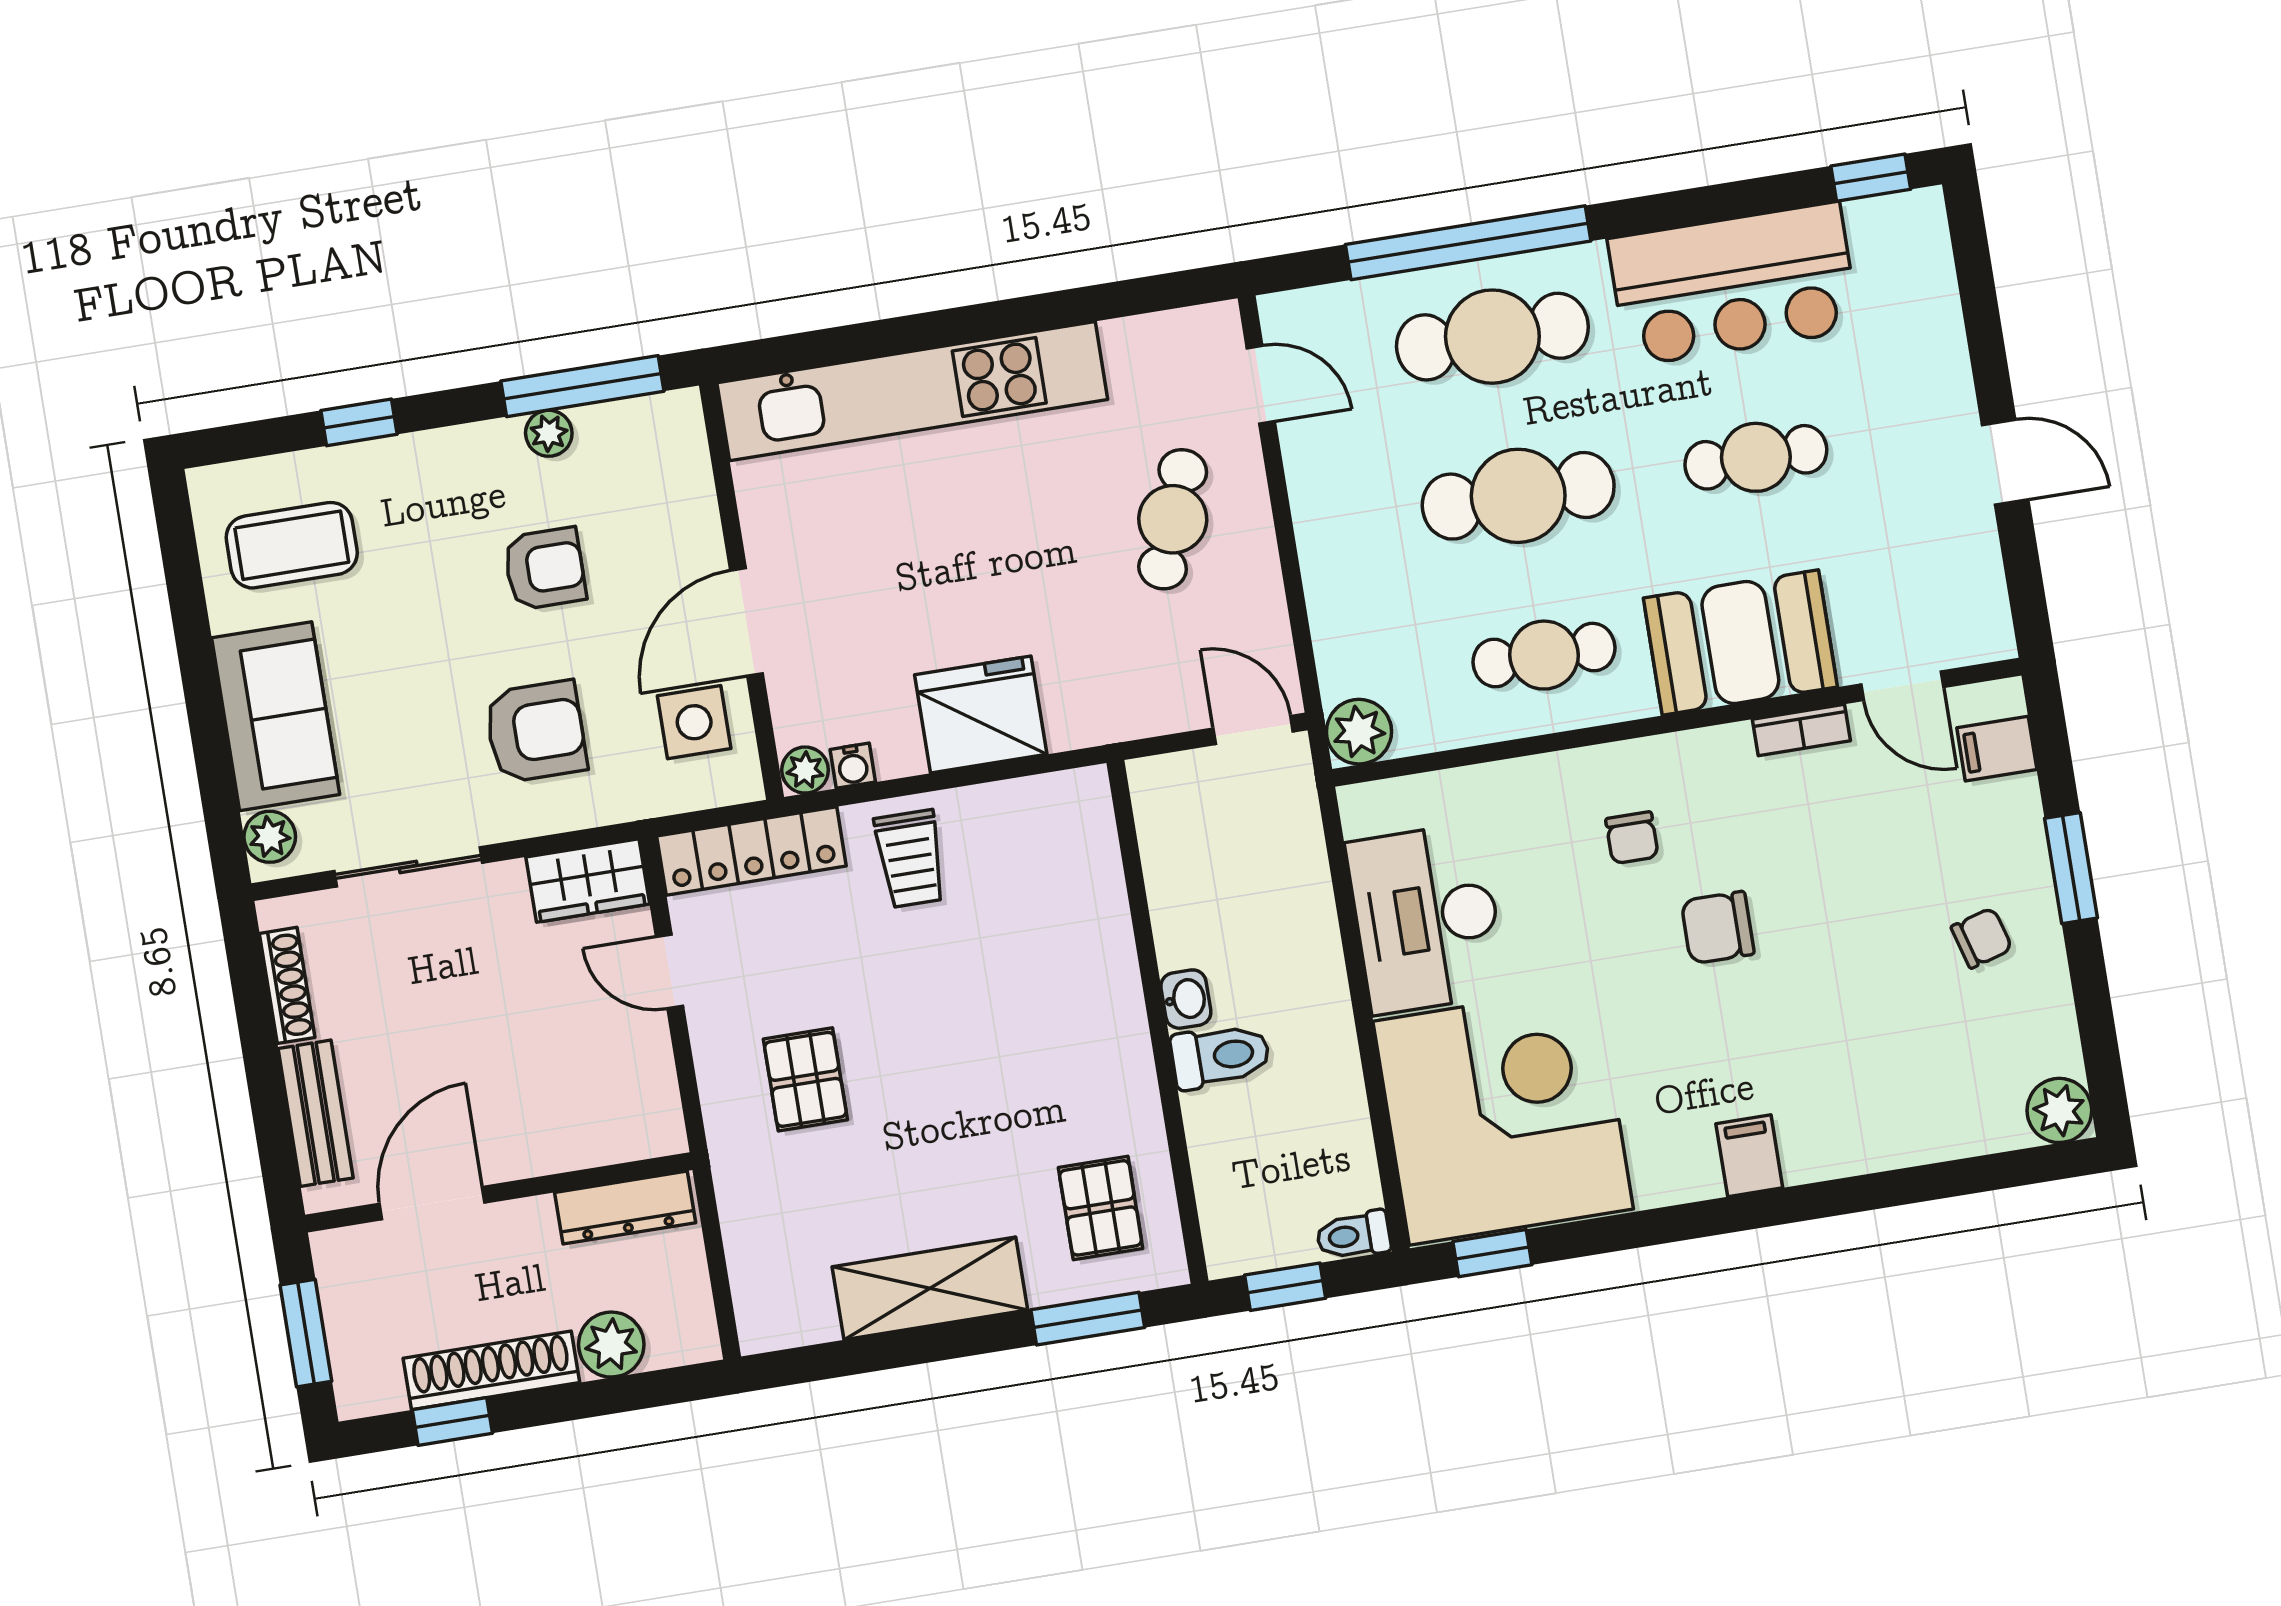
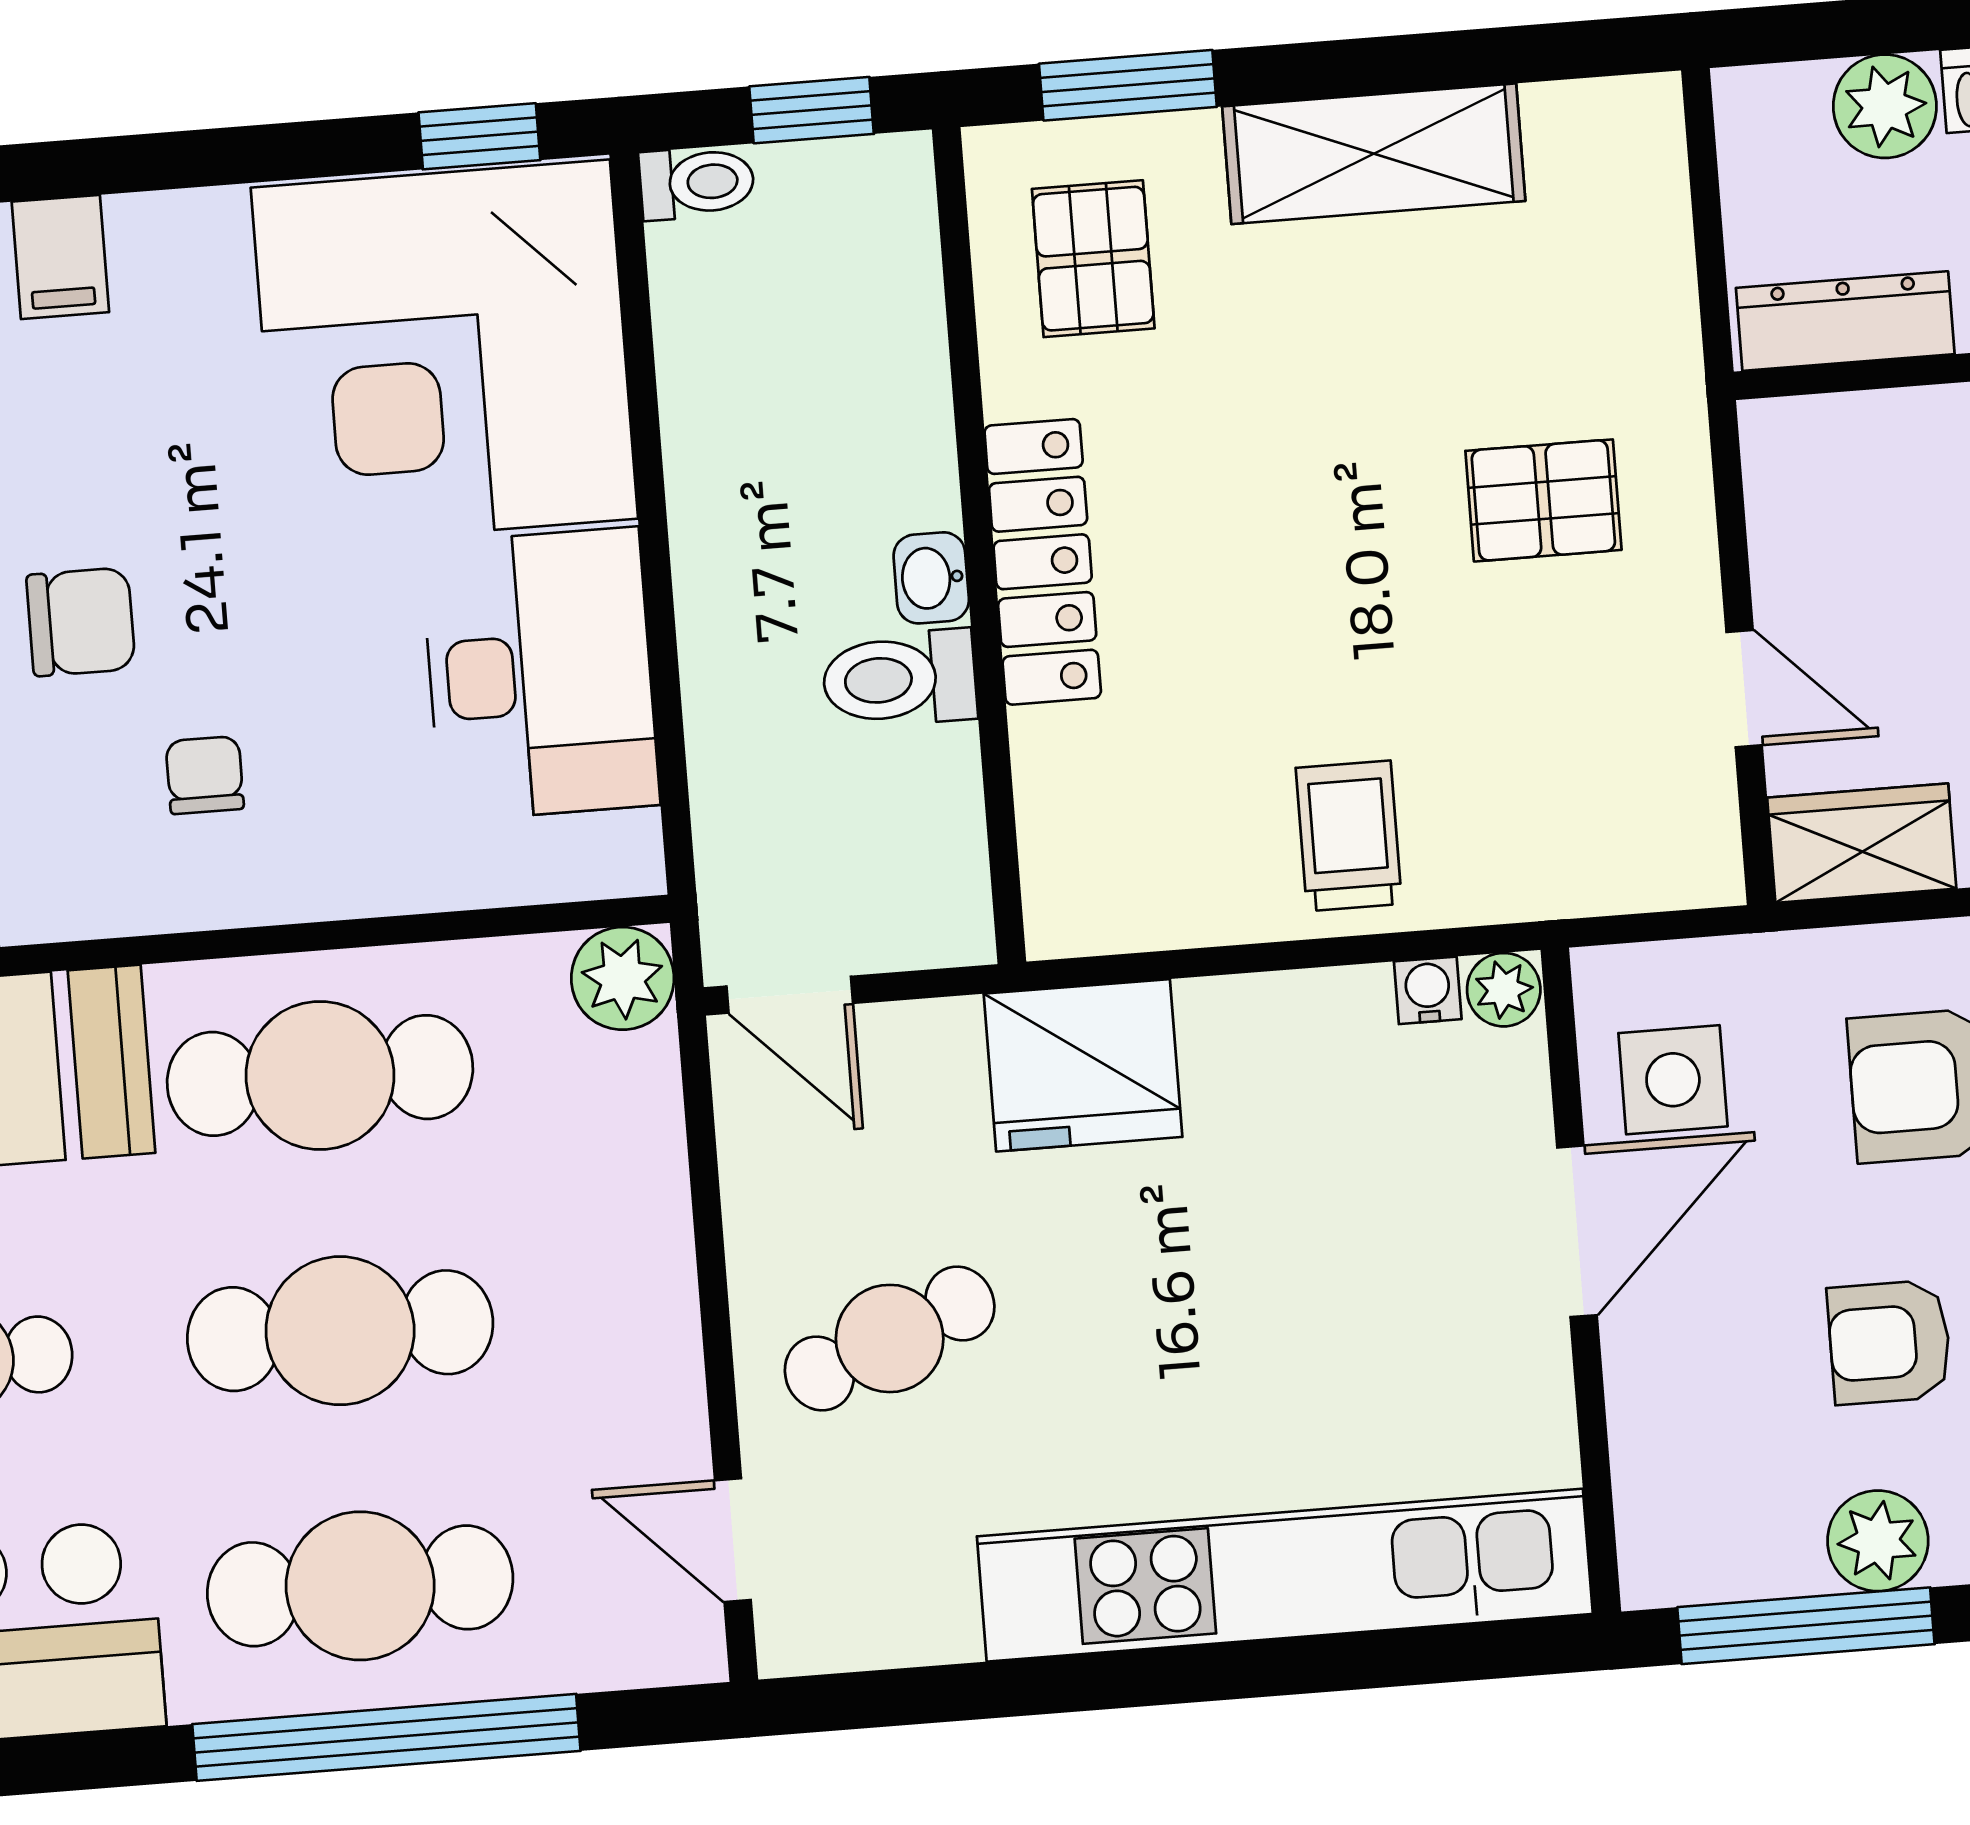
plant: (549, 433) -> (1878, 1541), width x1.38, depth x1.38
cafe table: (1173, 519) -> (890, 1338), turned 47
cafe table: (1544, 655) -> (320, 1075), width x1.37, depth x1.35
fridge: (981, 715) -> (1083, 1065), moved
locker: (751, 851) -> (1043, 562), moved, turned 90
toilet: (1220, 1056) -> (899, 679), moved
pallet: (805, 1079) -> (1543, 500), turned 90

